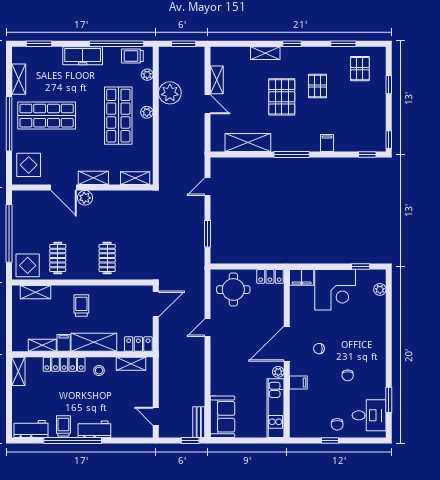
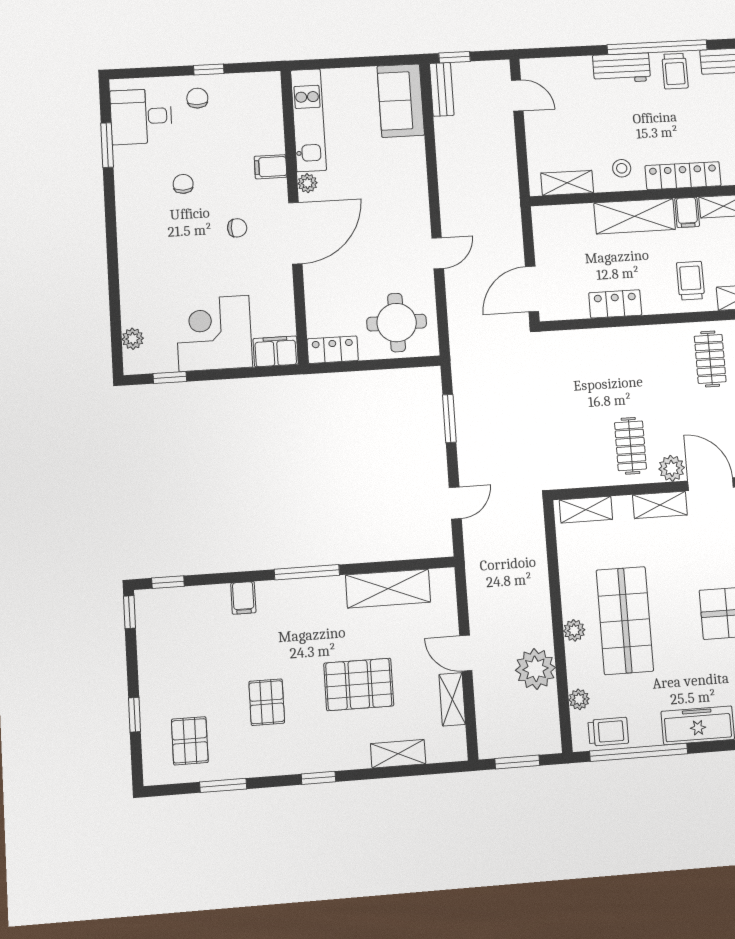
shelving: (265, 53) -> (398, 754), moved
pallet: (282, 97) -> (359, 684), moved, turned 90
clothes rail: (107, 258) -> (630, 446), moved
trolley: (81, 305) -> (690, 281), moved, turned 180
locker: (138, 344) -> (615, 304), moved, turned 180

